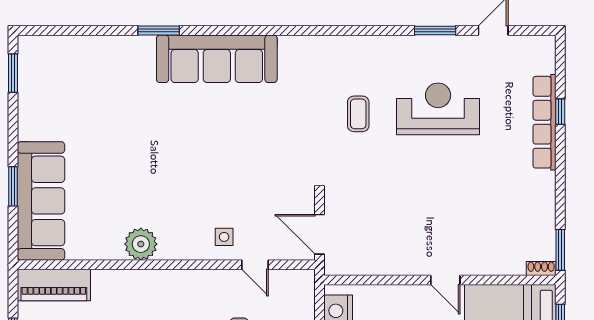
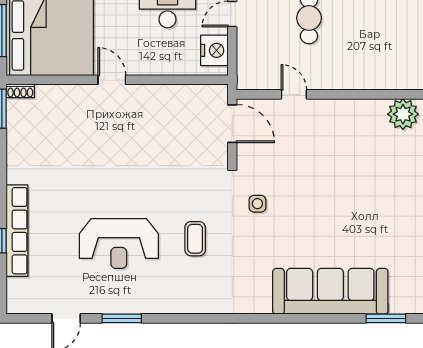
side table: (224, 237) -> (257, 204), moved

